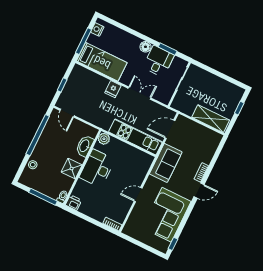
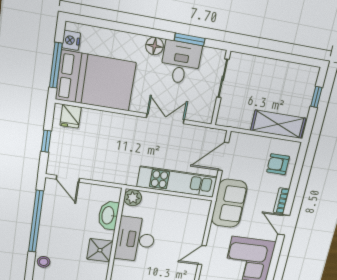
bed: (102, 62) -> (96, 81), width x1.50
fridge: (113, 89) -> (71, 116), moved
armchair: (205, 146) -> (278, 164), added
door: (199, 191) -> (284, 225), swing flipped

